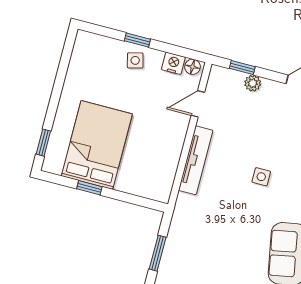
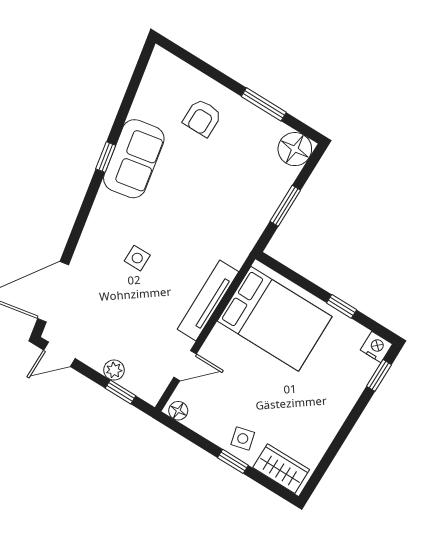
wardrobe: (98, 46) -> (281, 469), added
nightstand: (173, 63) -> (376, 347), moved, turned 180
bed: (97, 145) -> (275, 319), moved, turned -90

